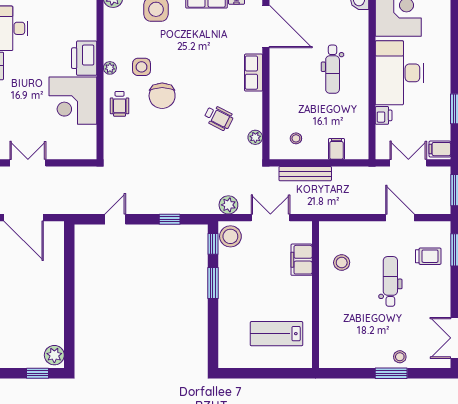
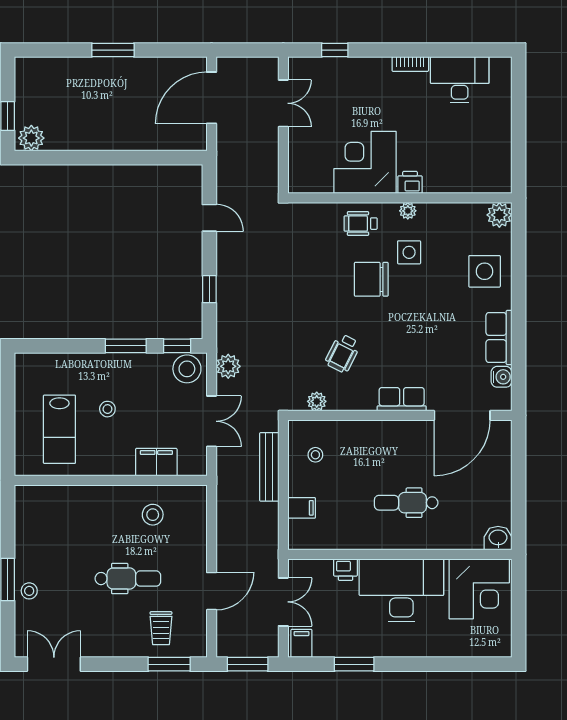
printer: (84, 58) -> (410, 182), width x0.53, depth x0.68
stool: (261, 297) -> (107, 409), added
lab bench: (277, 334) -> (59, 429), turned 180

